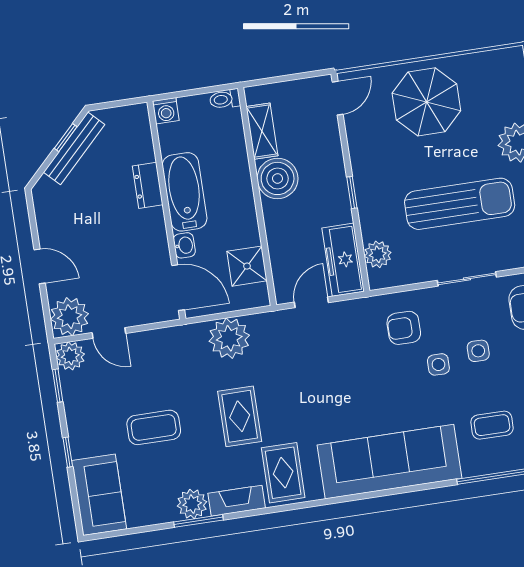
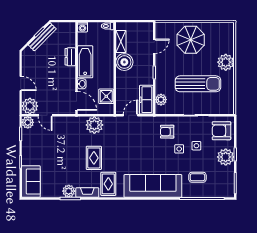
door: (338, 98) -> (154, 46), moved
coffee table: (154, 427) -> (58, 157), removed

